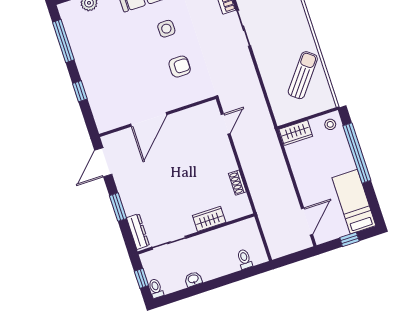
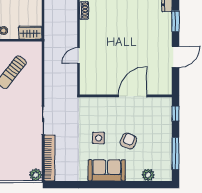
armchair: (180, 67) -> (128, 141), moved, turned 112
wall: (157, 117) -> (126, 96), moved
door: (149, 119) -> (133, 96), moved

